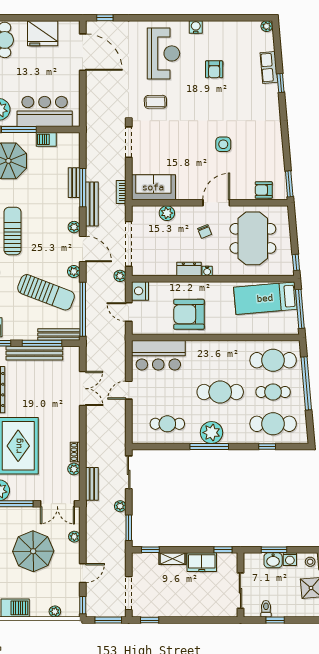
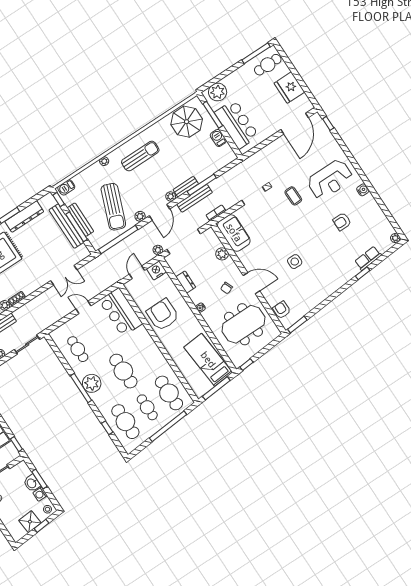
bench: (74, 183) -> (186, 187), moved
dresser: (189, 269) -> (186, 282), moved
bench: (59, 334) -> (80, 220), moved

